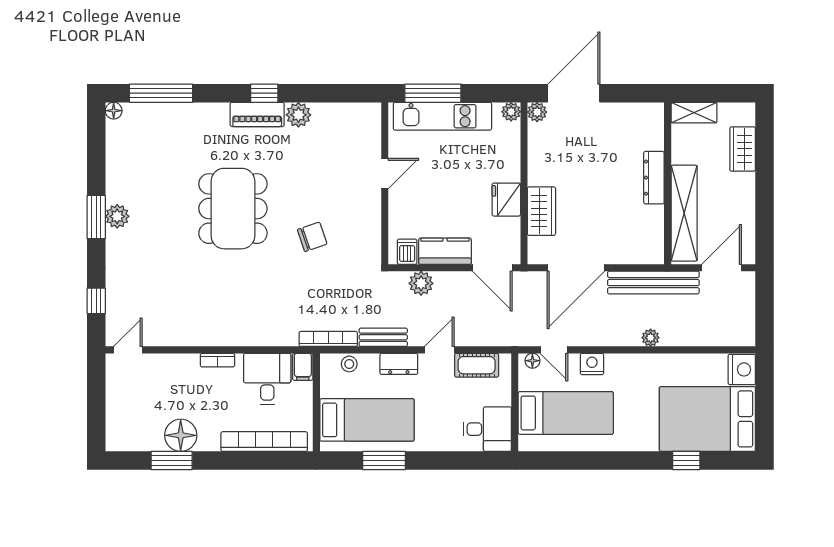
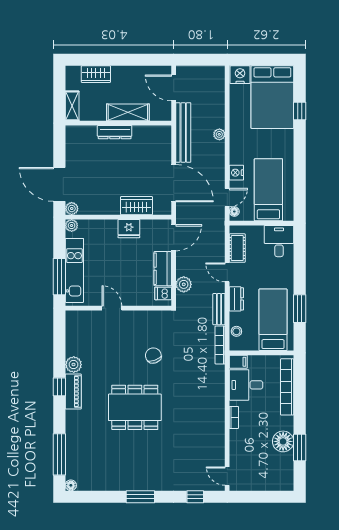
shelving: (684, 213) -> (128, 112), width x0.68
plant: (117, 216) -> (140, 483), removed

